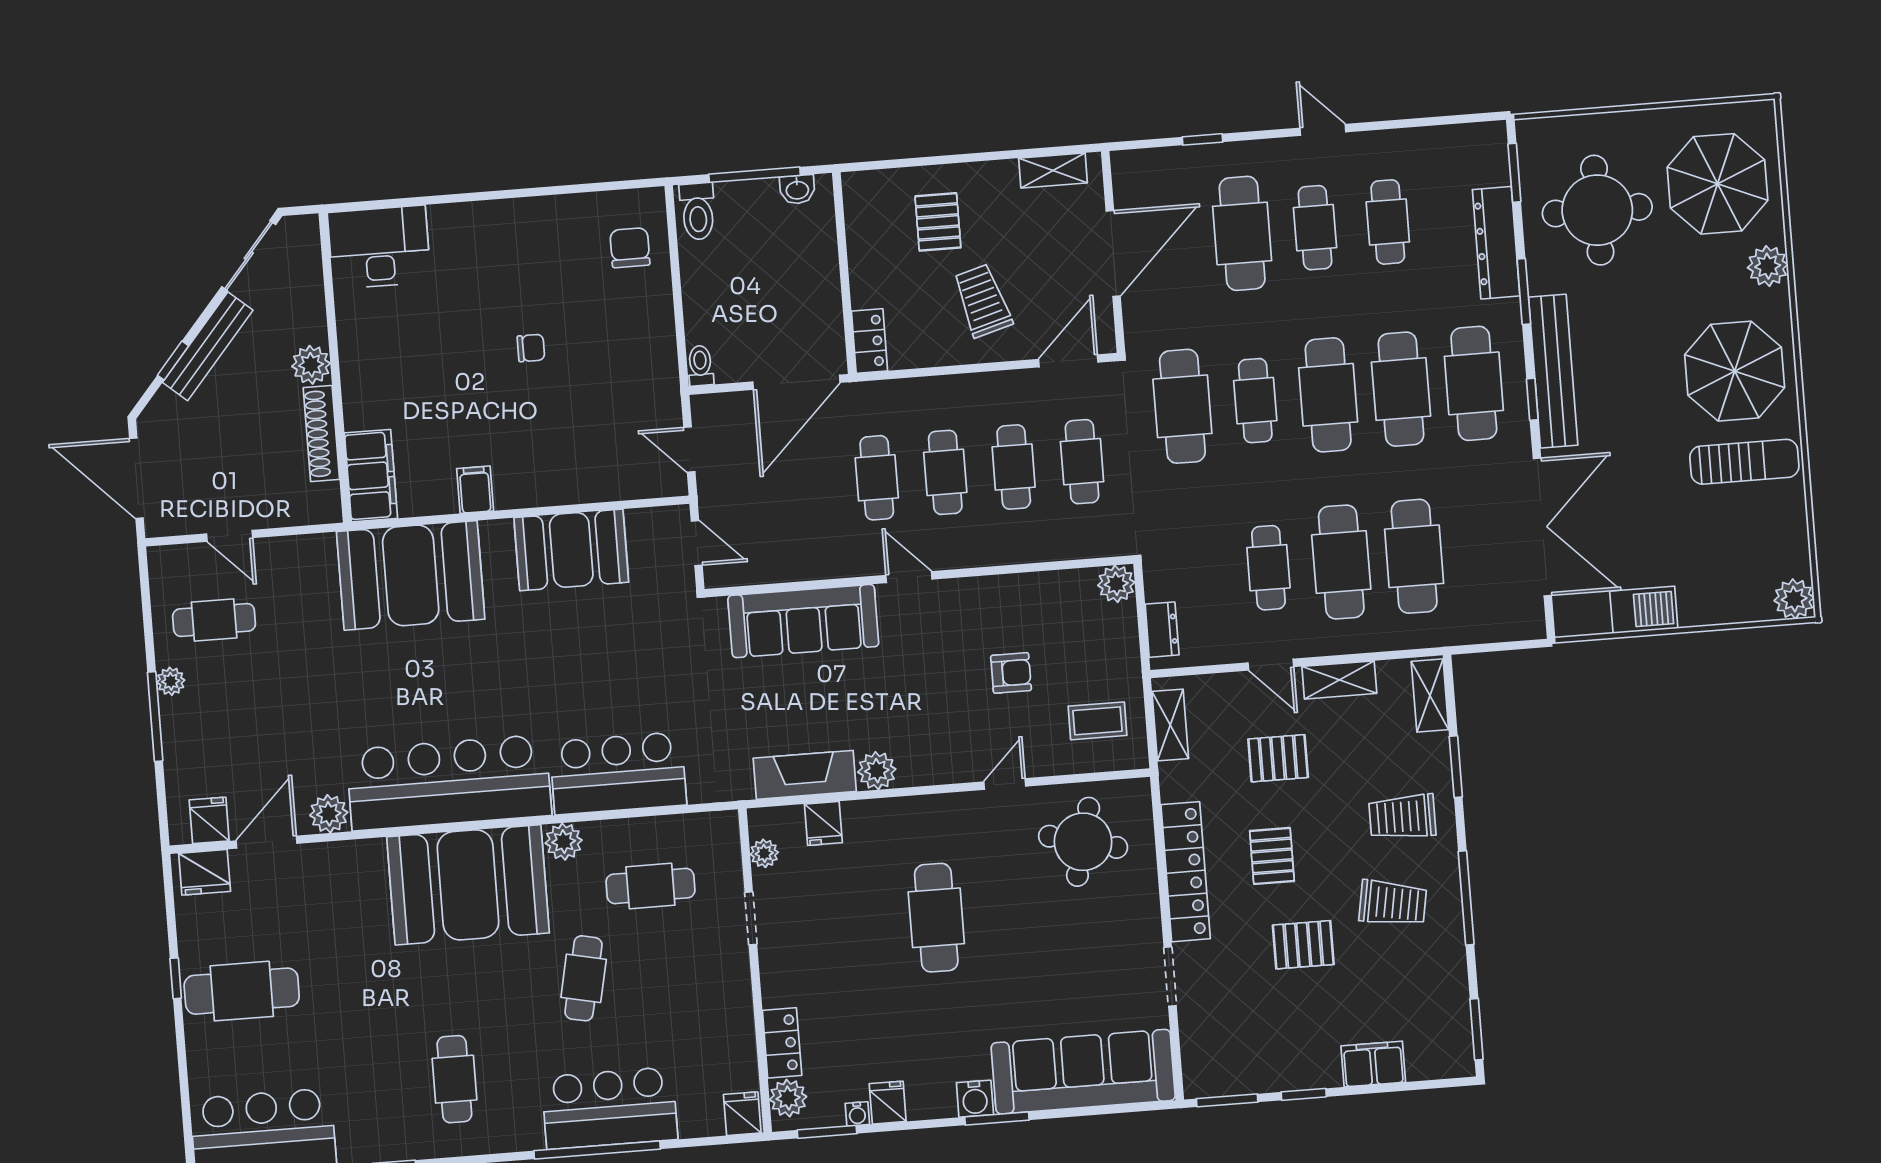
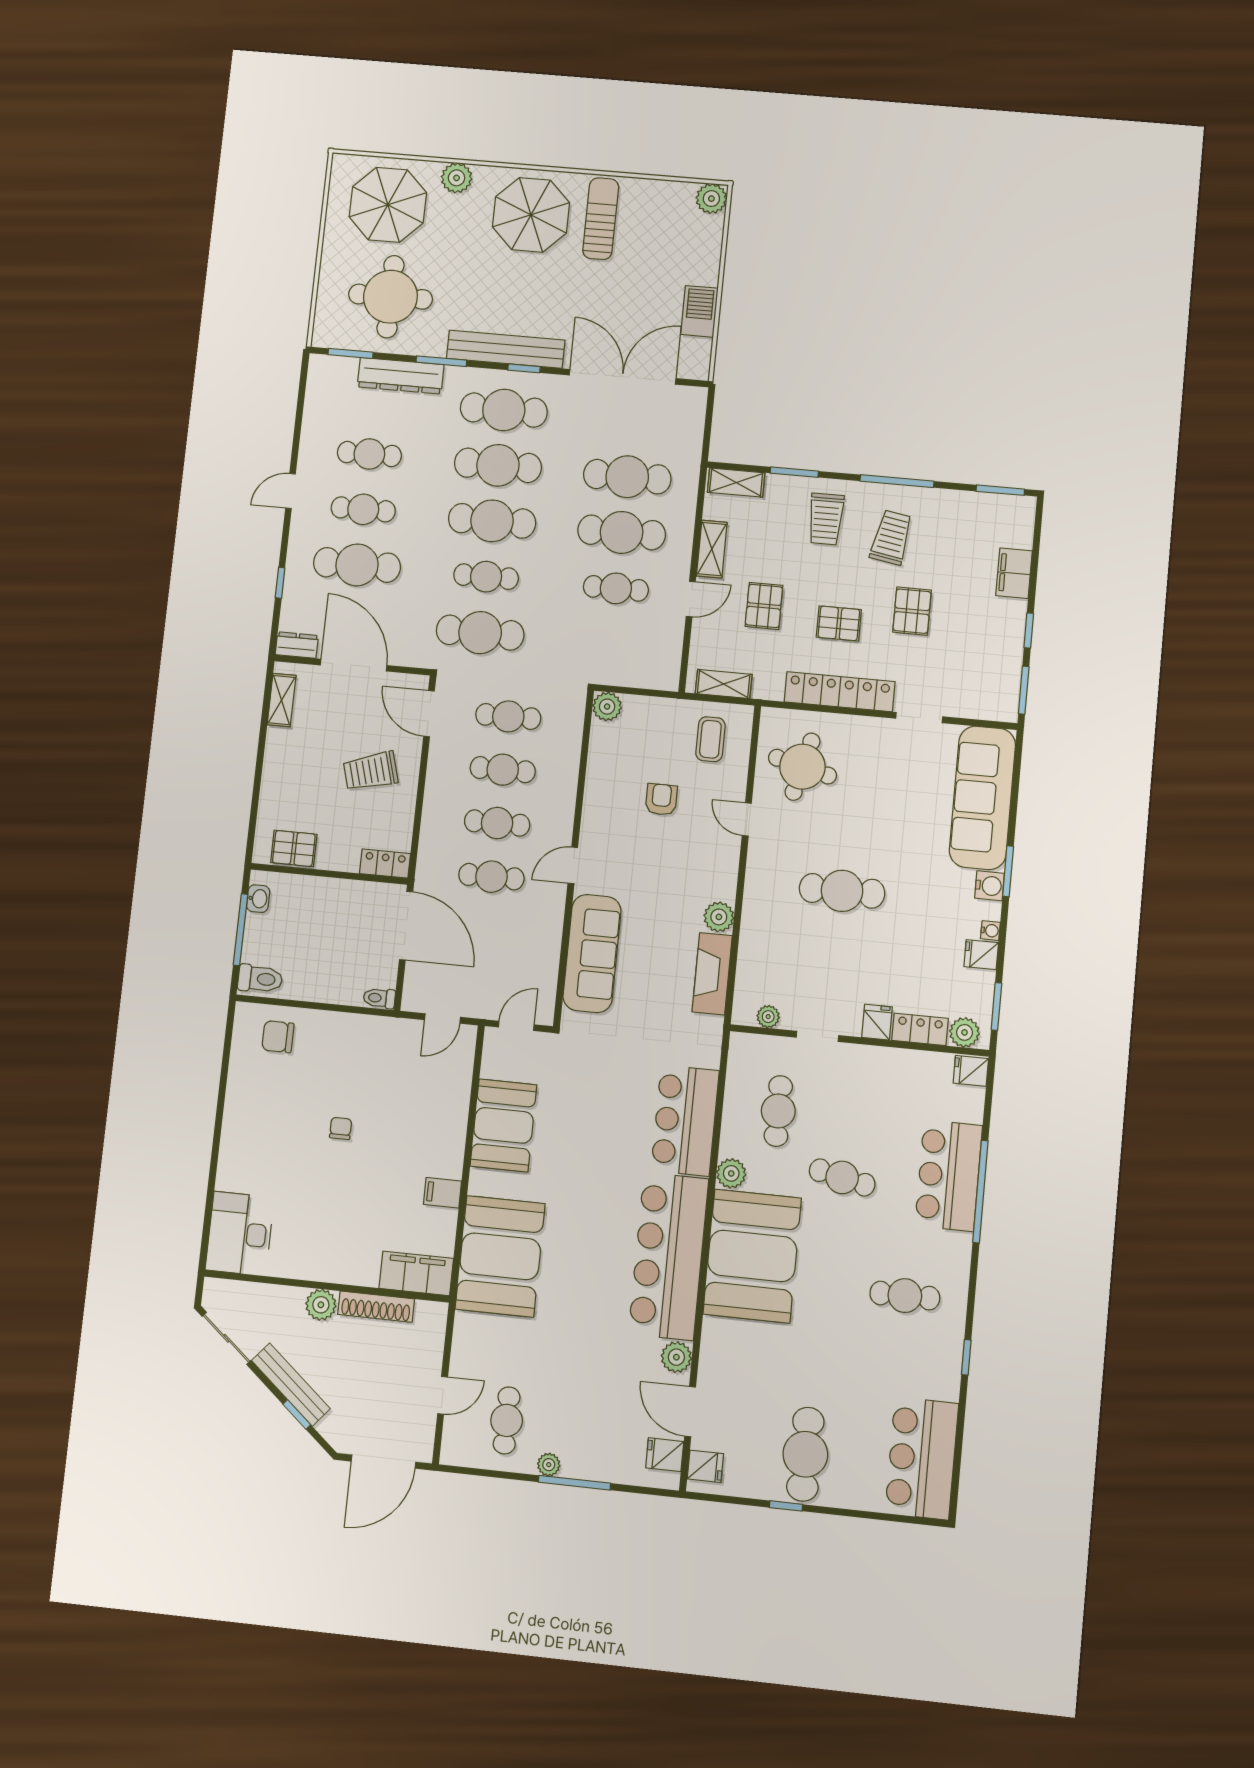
pallet: (938, 222) -> (294, 848), moved
dresser: (1162, 630) -> (297, 645), moved
fridge: (823, 823) -> (877, 1022), moved, turned -90
fridge: (205, 872) -> (705, 1466), width x0.72
water cooler: (857, 1114) -> (990, 931), moved

